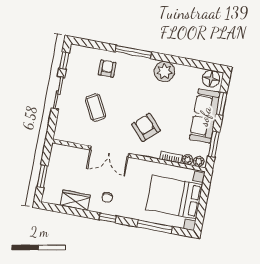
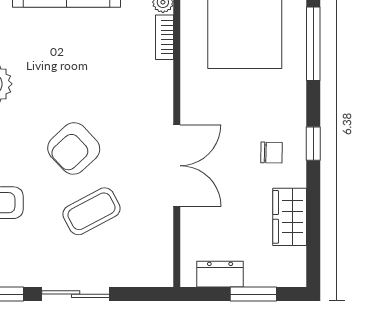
armchair: (146, 127) -> (74, 148), moved
dresser: (55, 162) -> (220, 274), added

